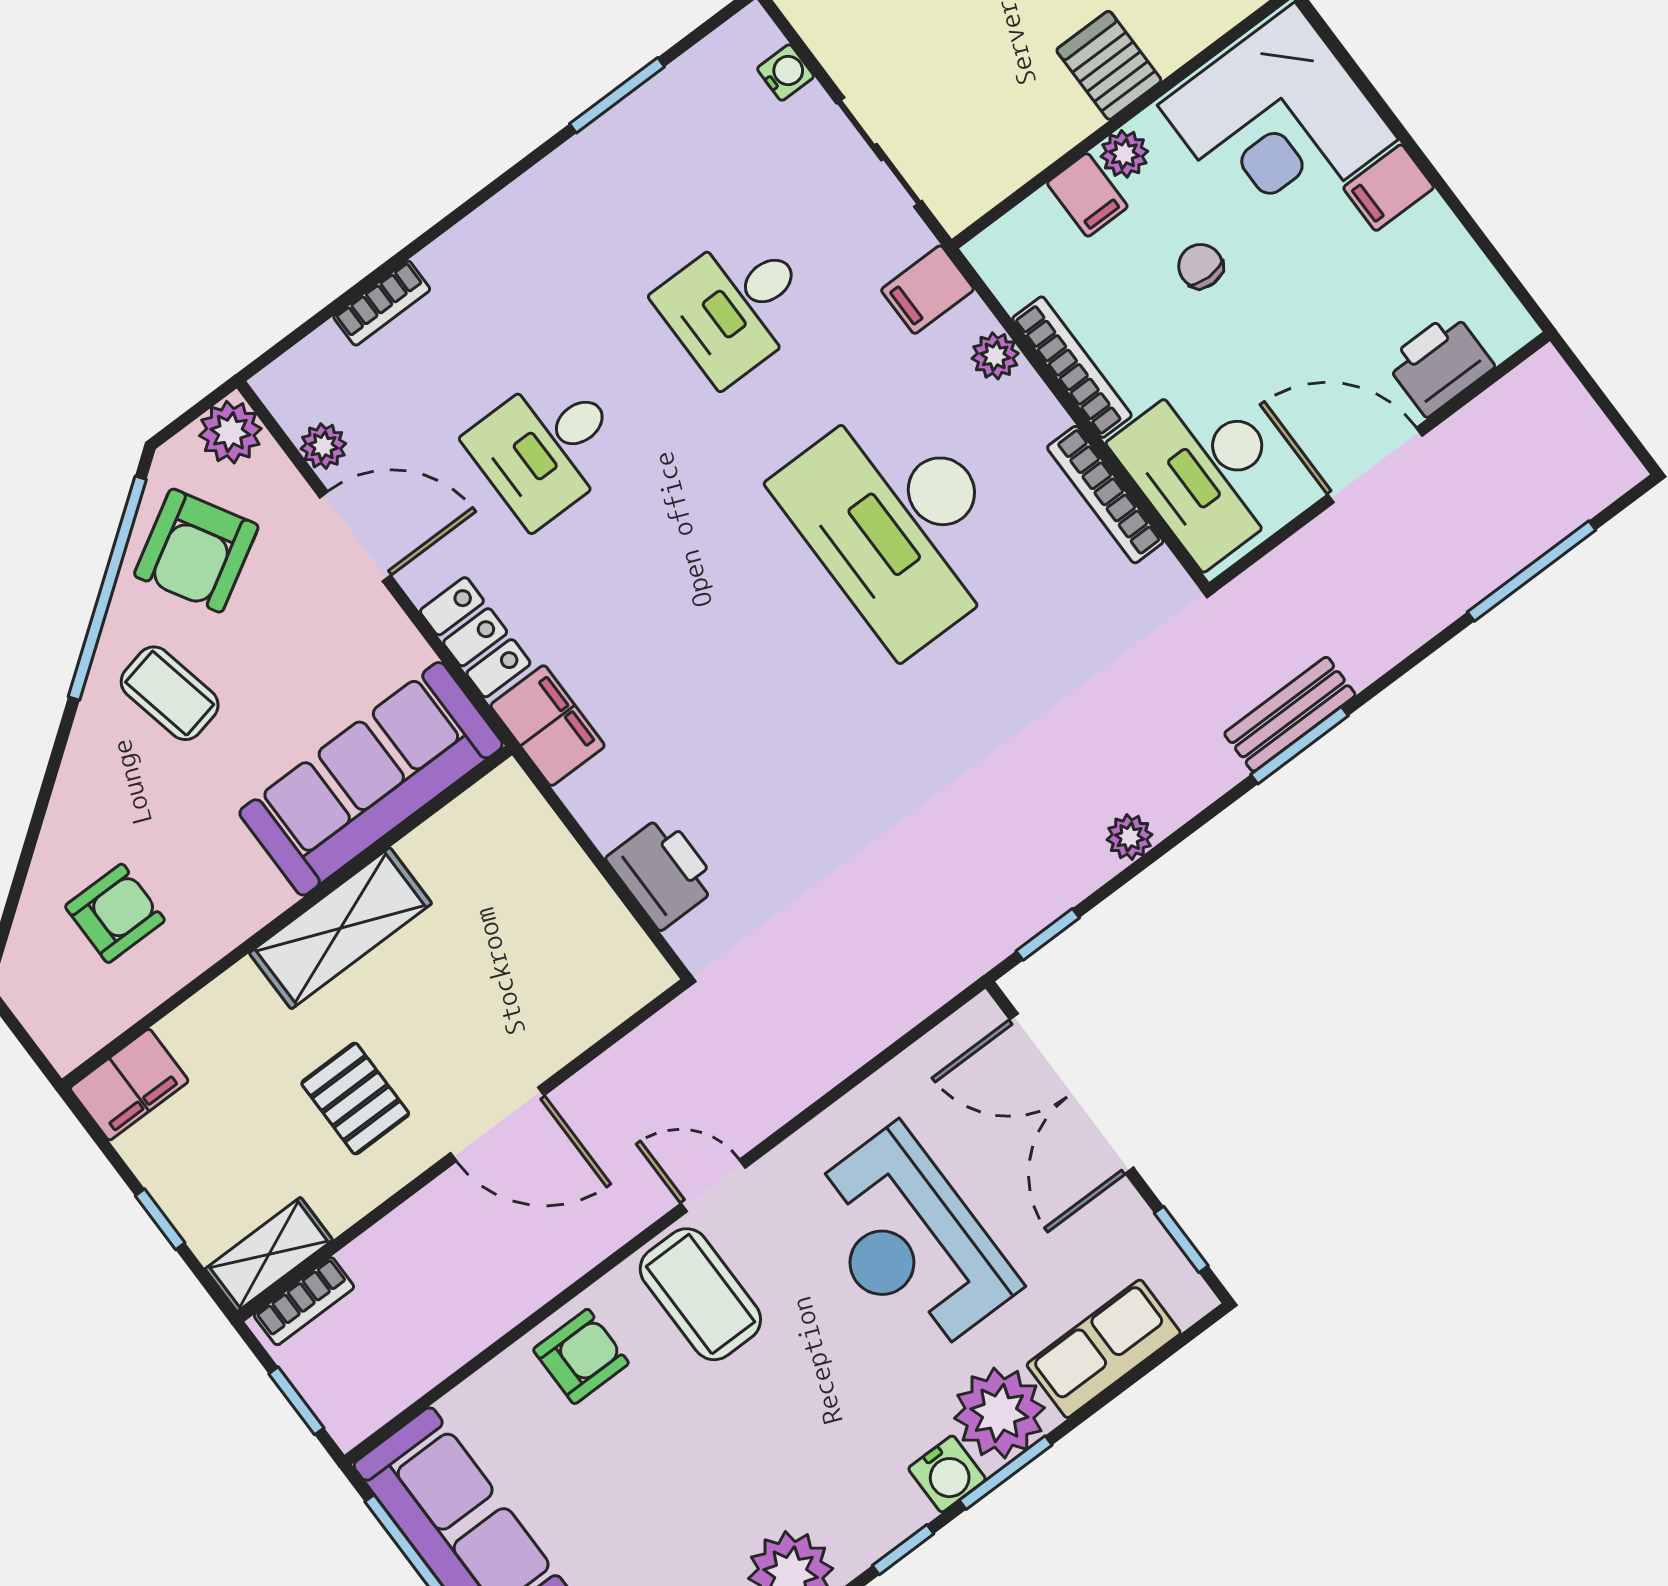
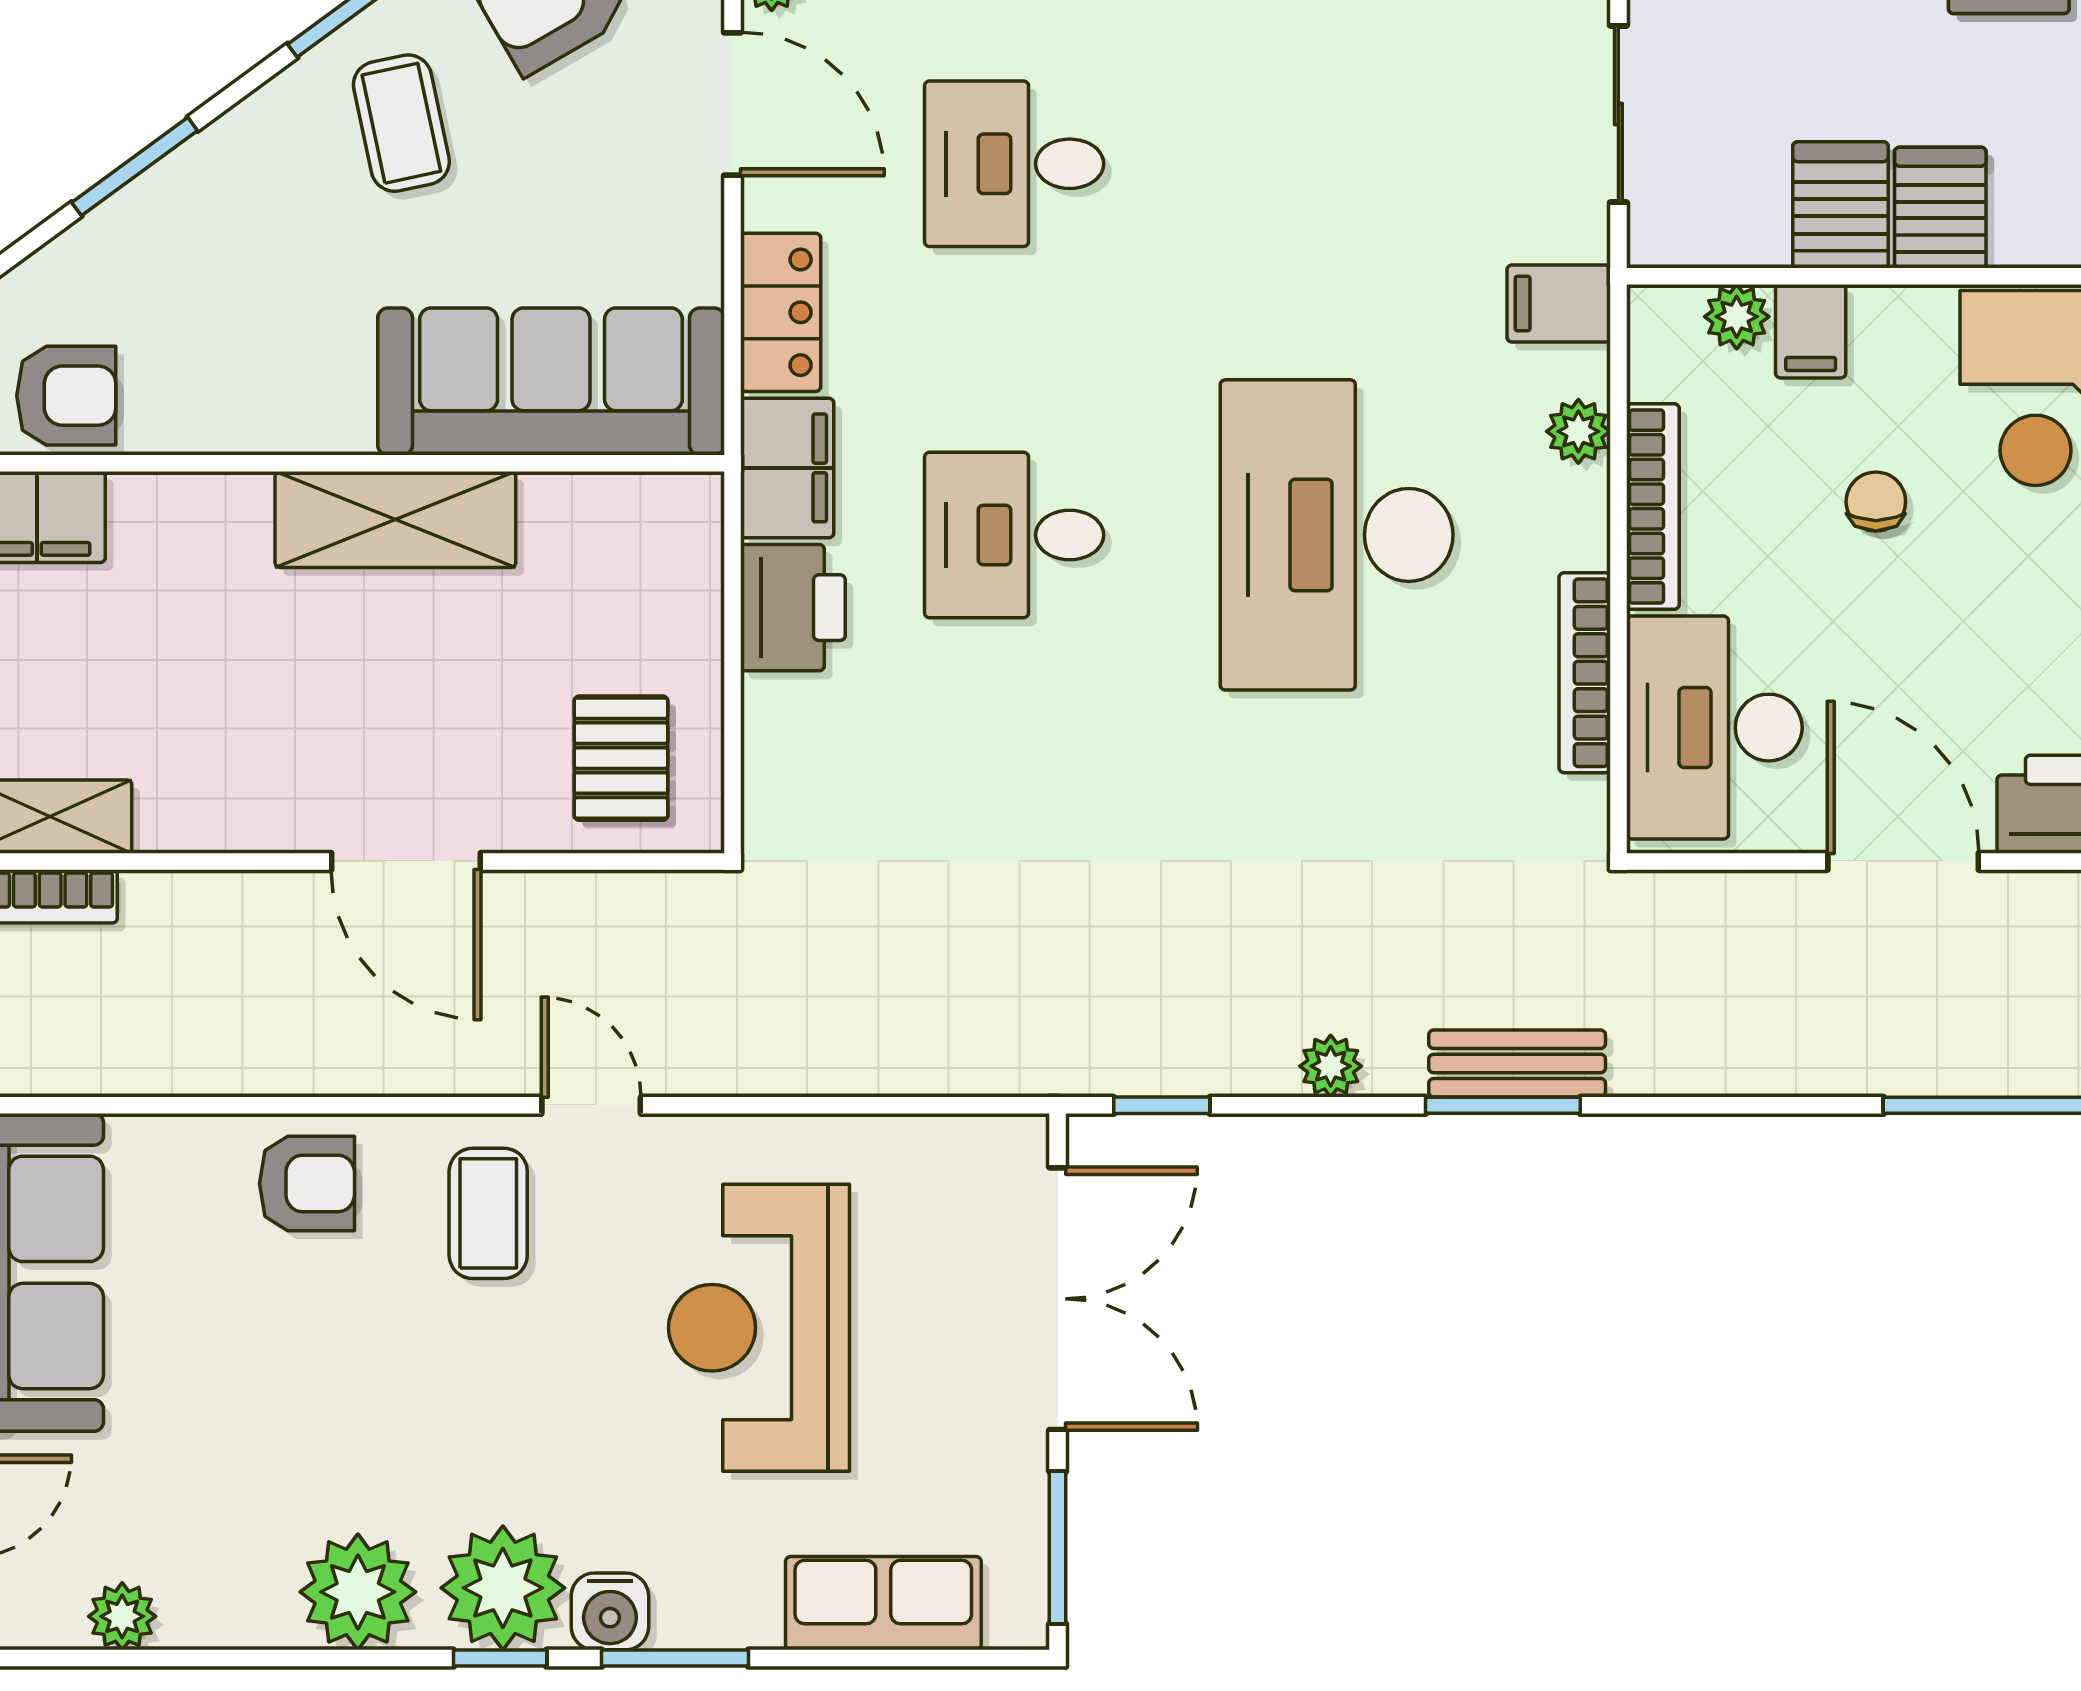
server rack: (1049, 108) -> (1840, 205), added
plant: (1124, 154) -> (1737, 317), moved
desk: (736, 305) -> (1014, 535), moved
bench: (1290, 714) -> (1517, 1064), moved
window: (1300, 745) -> (1503, 1105), moved
window: (32, 836) -> (135, 167), added
printer: (663, 872) -> (793, 608), moved
armchair: (115, 913) -> (66, 396), moved
double door: (1072, 1094) -> (1058, 1299), swing flipped
pallet: (355, 1099) -> (621, 758), moved
window: (1181, 1239) -> (1058, 1548), width x1.50
coffee table: (700, 1294) -> (488, 1213), width x0.73, depth x0.77
plant: (999, 1413) -> (503, 1588), moved

